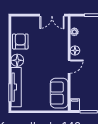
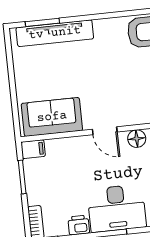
floor lamp: (17, 60) -> (106, 30), removed

